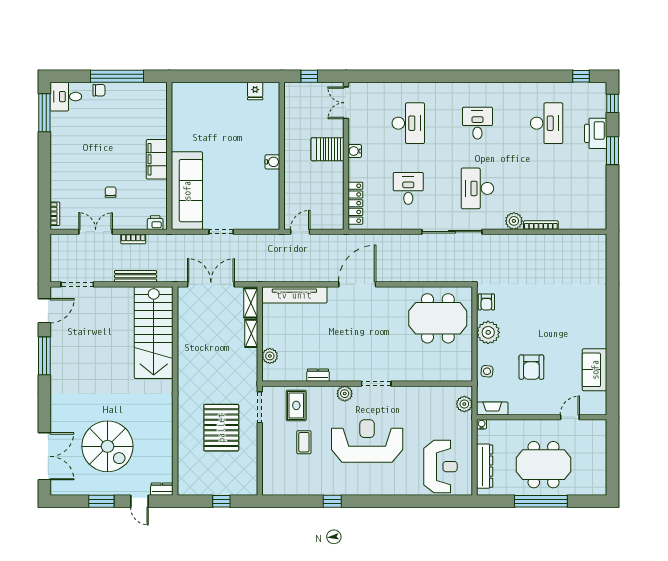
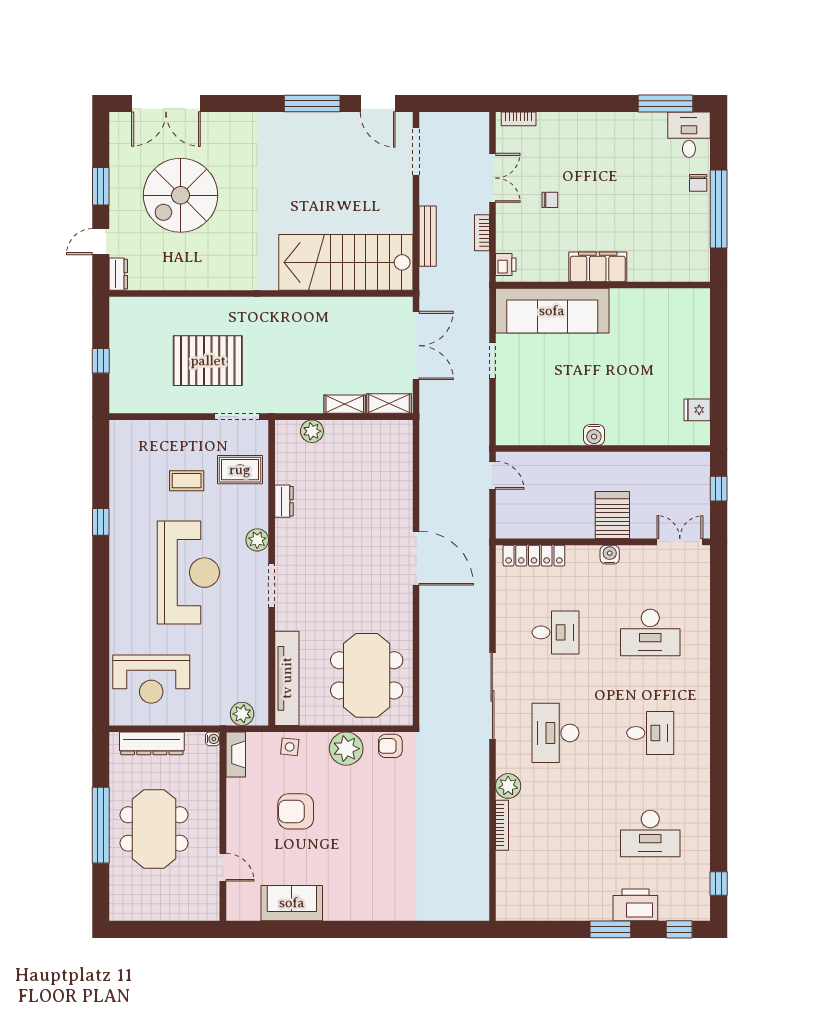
desk: (477, 188) -> (555, 733), turned -90
tv unit: (294, 295) -> (287, 678), moved, turned 180

